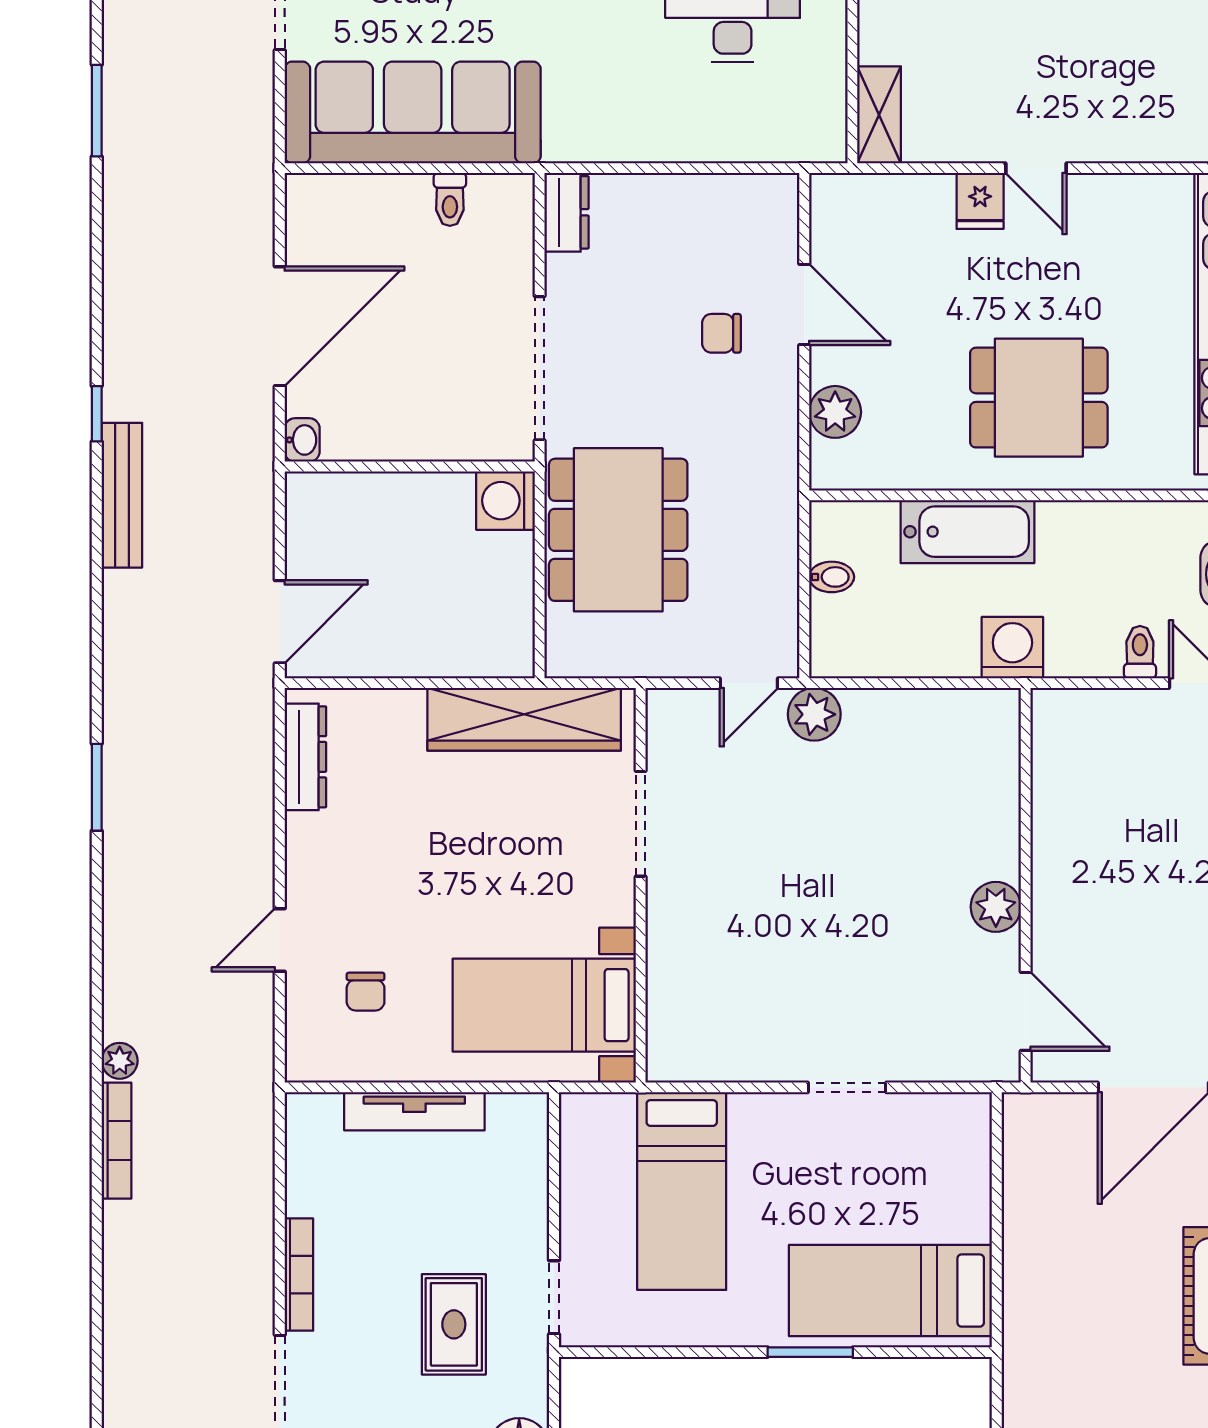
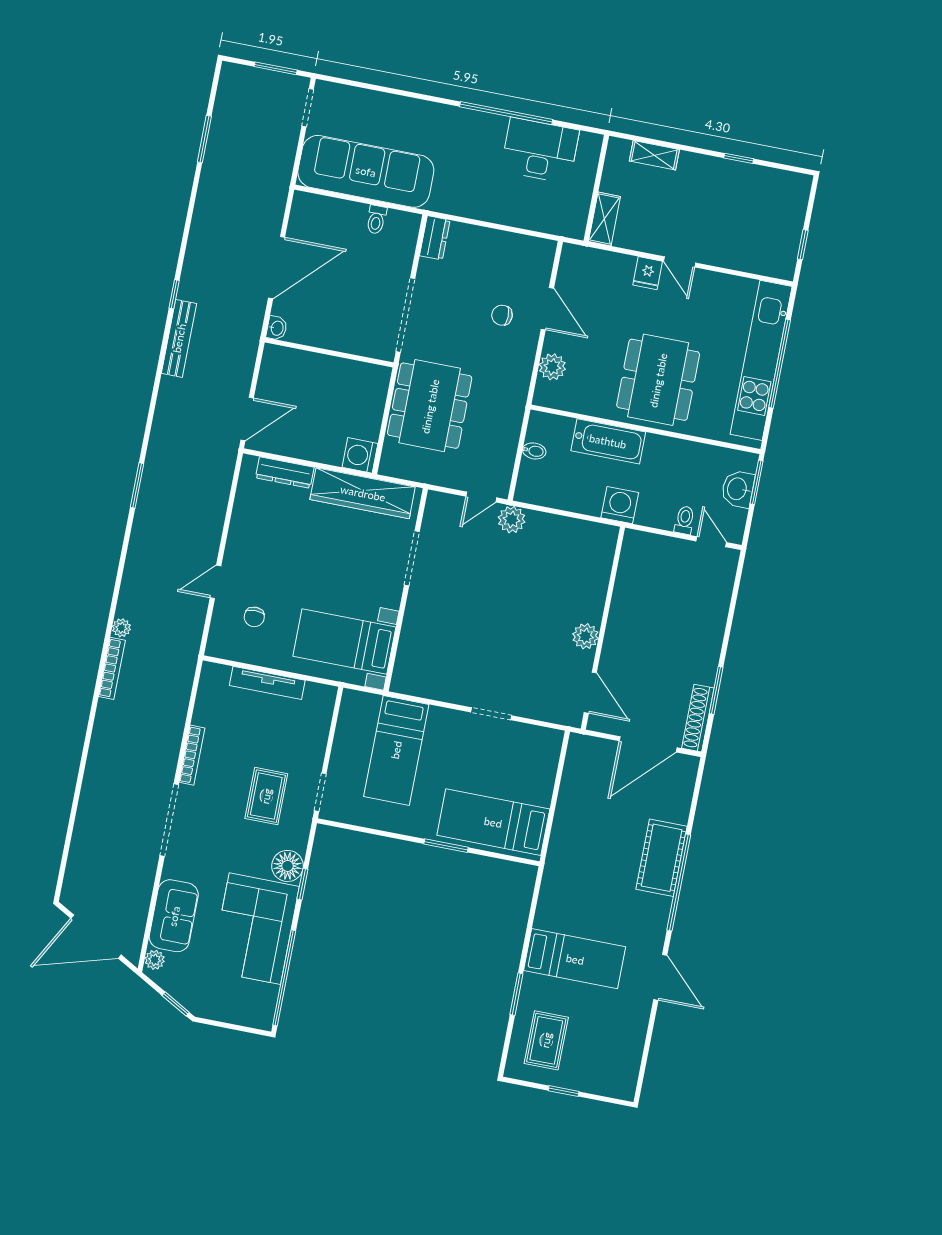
dining table: (1039, 398) -> (658, 380), width x1.38
washing machine: (506, 501) -> (360, 455), moved
dresser: (305, 757) -> (285, 473), moved, turned 90

